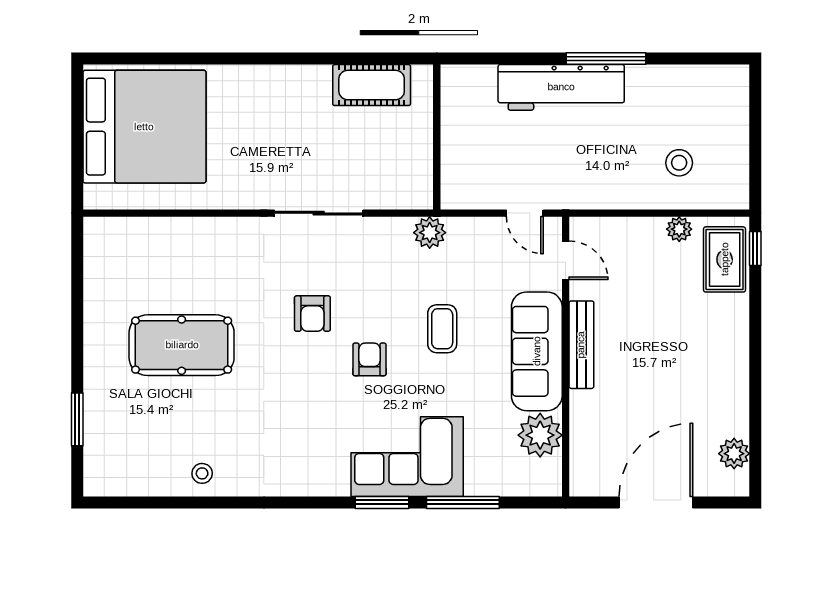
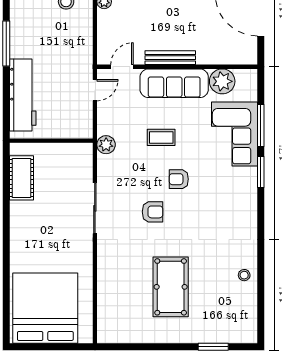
workbench: (561, 87) -> (23, 95), moved
corner sofa: (407, 457) -> (234, 134), moved

